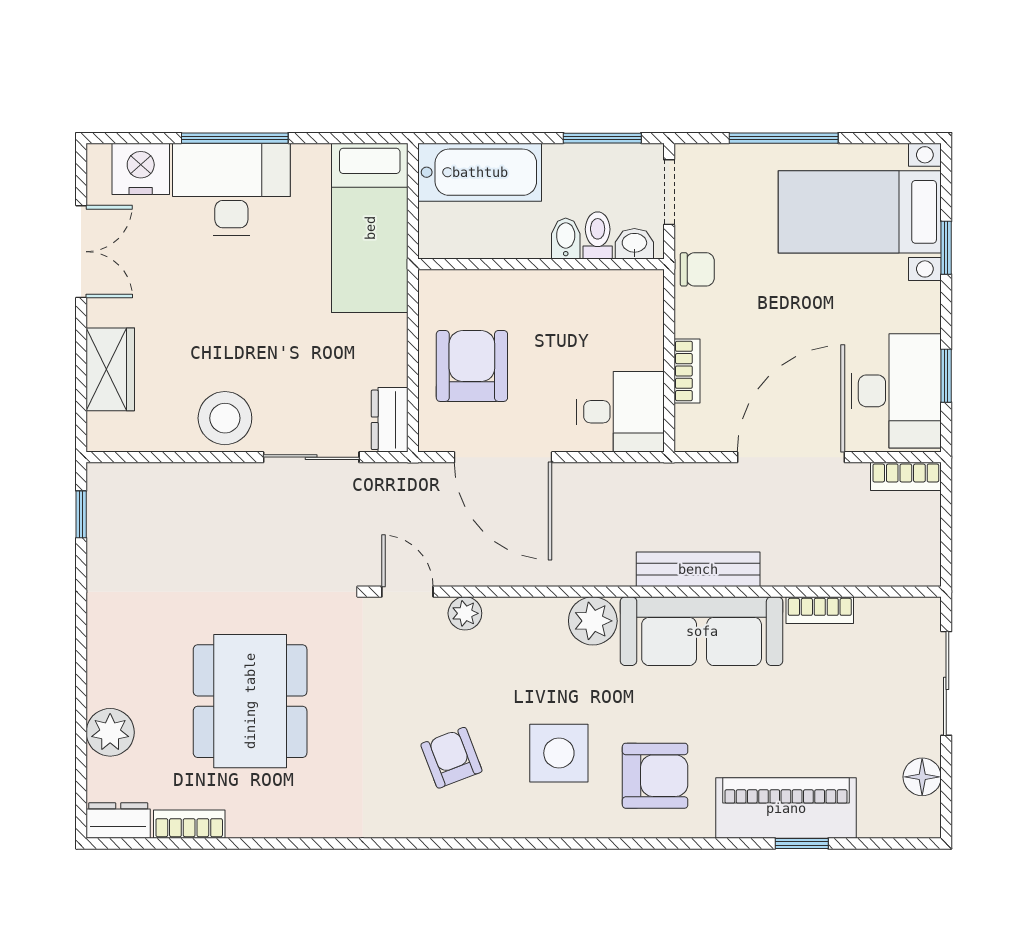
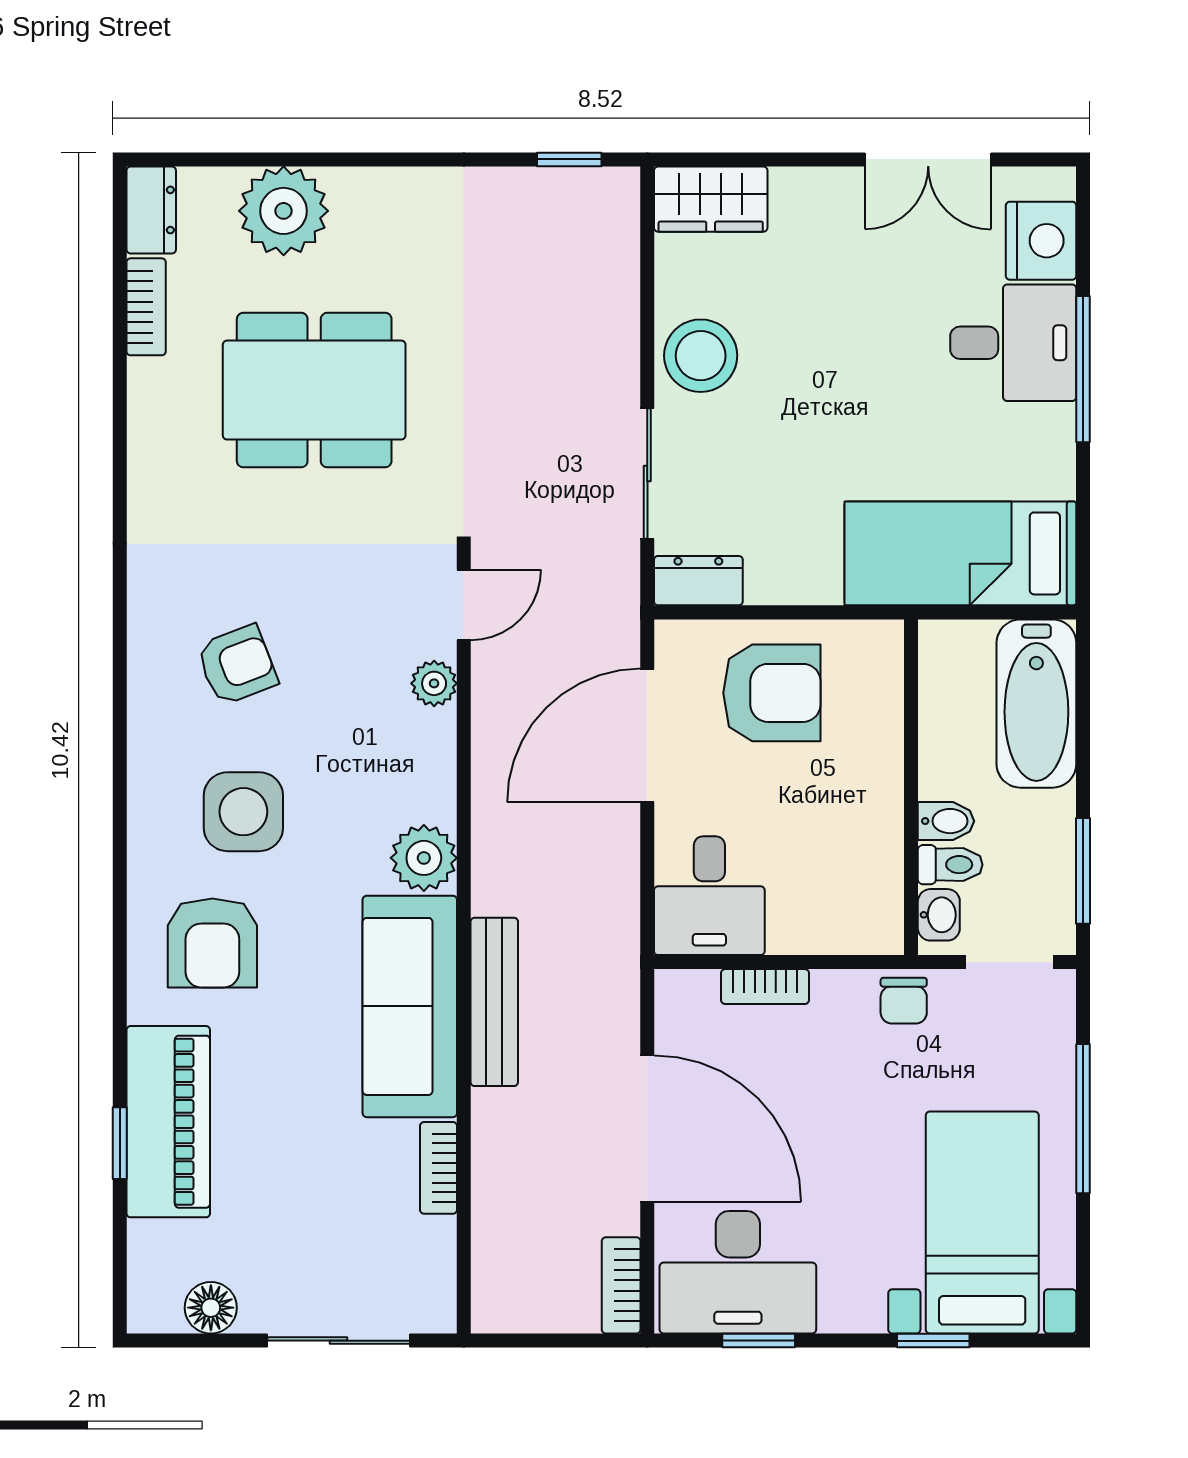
desk: (231, 189) -> (1013, 343), width x0.73
wardrobe: (110, 369) -> (711, 199), moved
plant: (110, 732) -> (284, 211), width x1.36, depth x1.36

